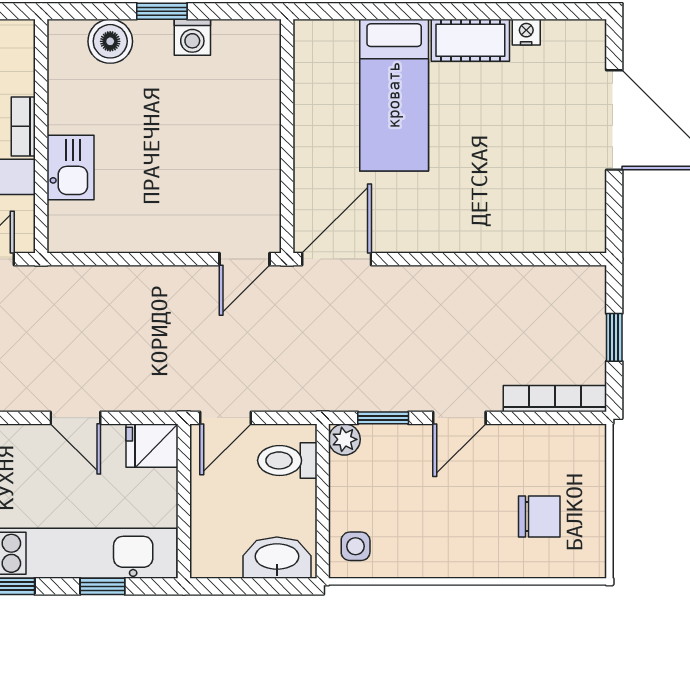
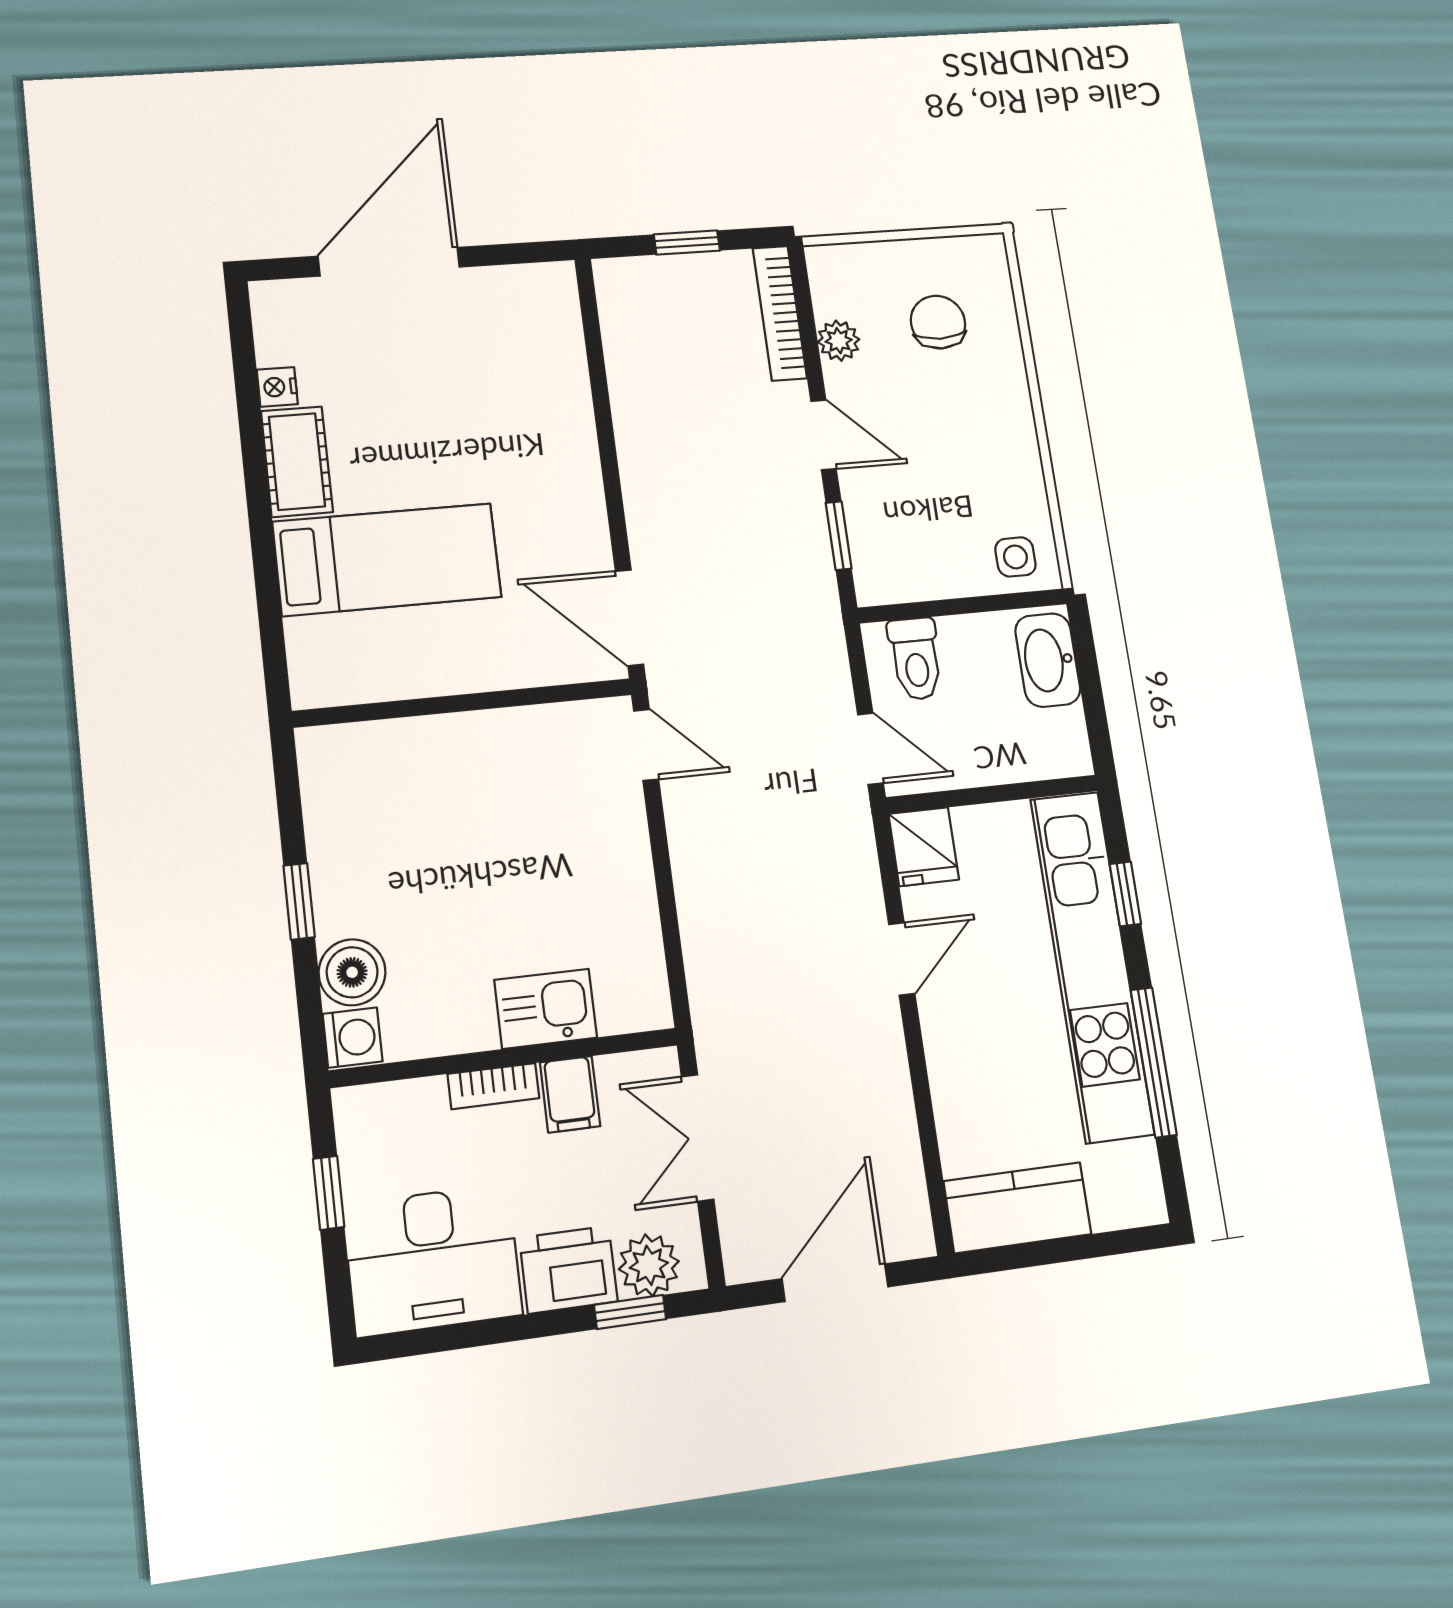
washing machine: (192, 37) -> (353, 1038), moved
plant: (344, 439) -> (839, 341), moved

